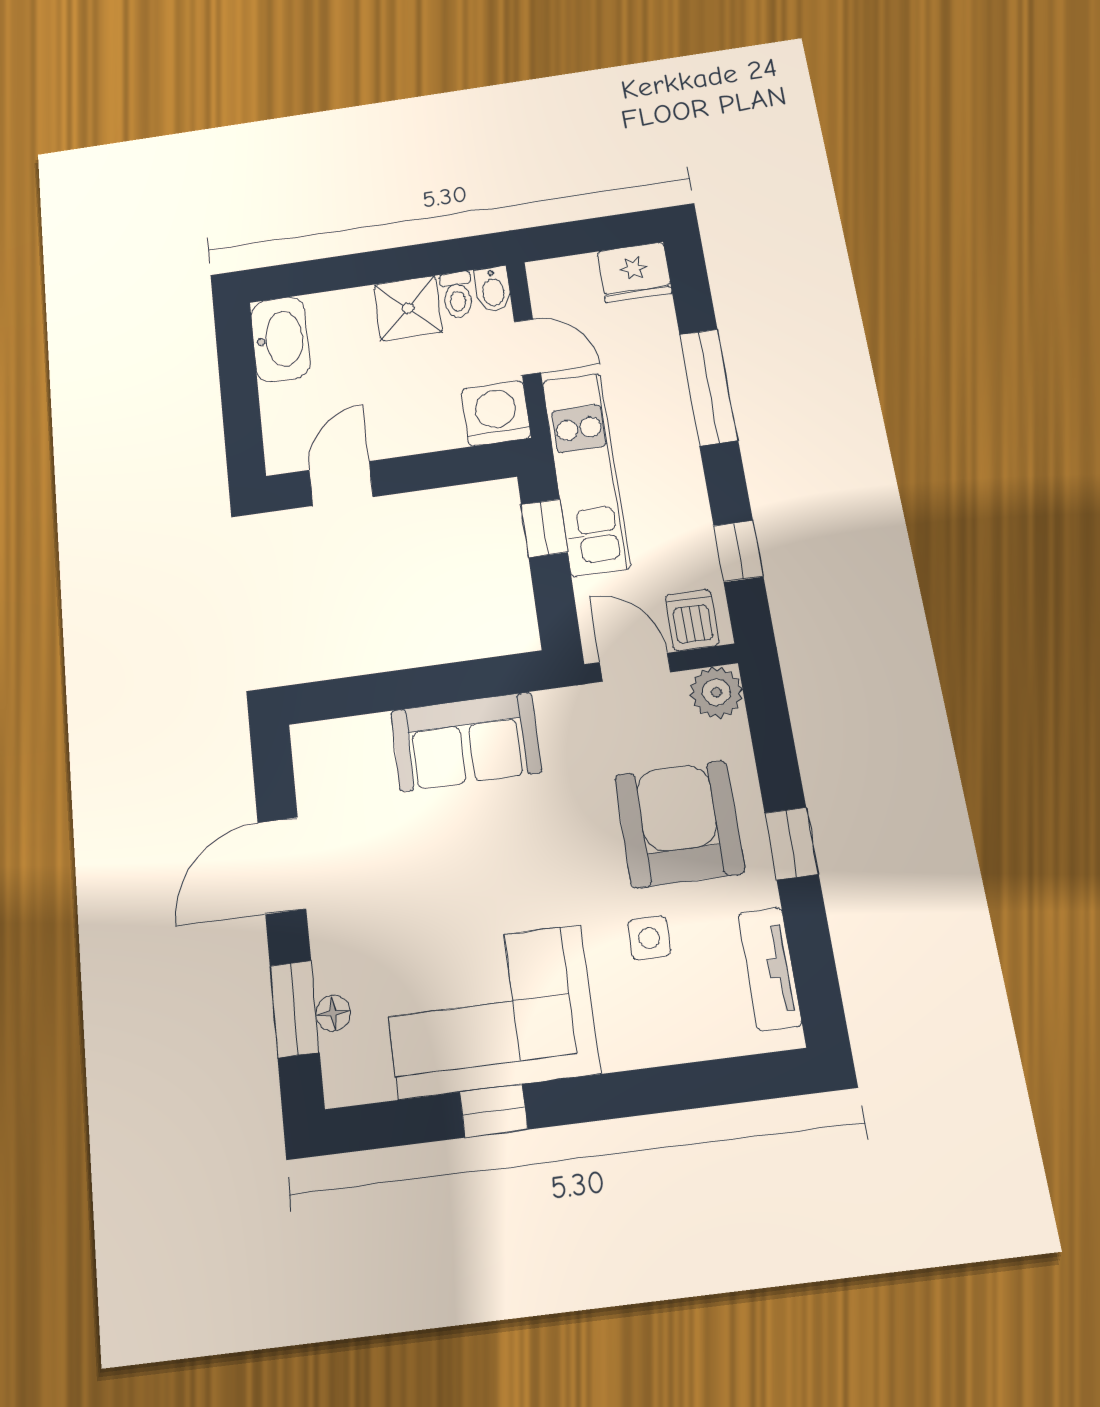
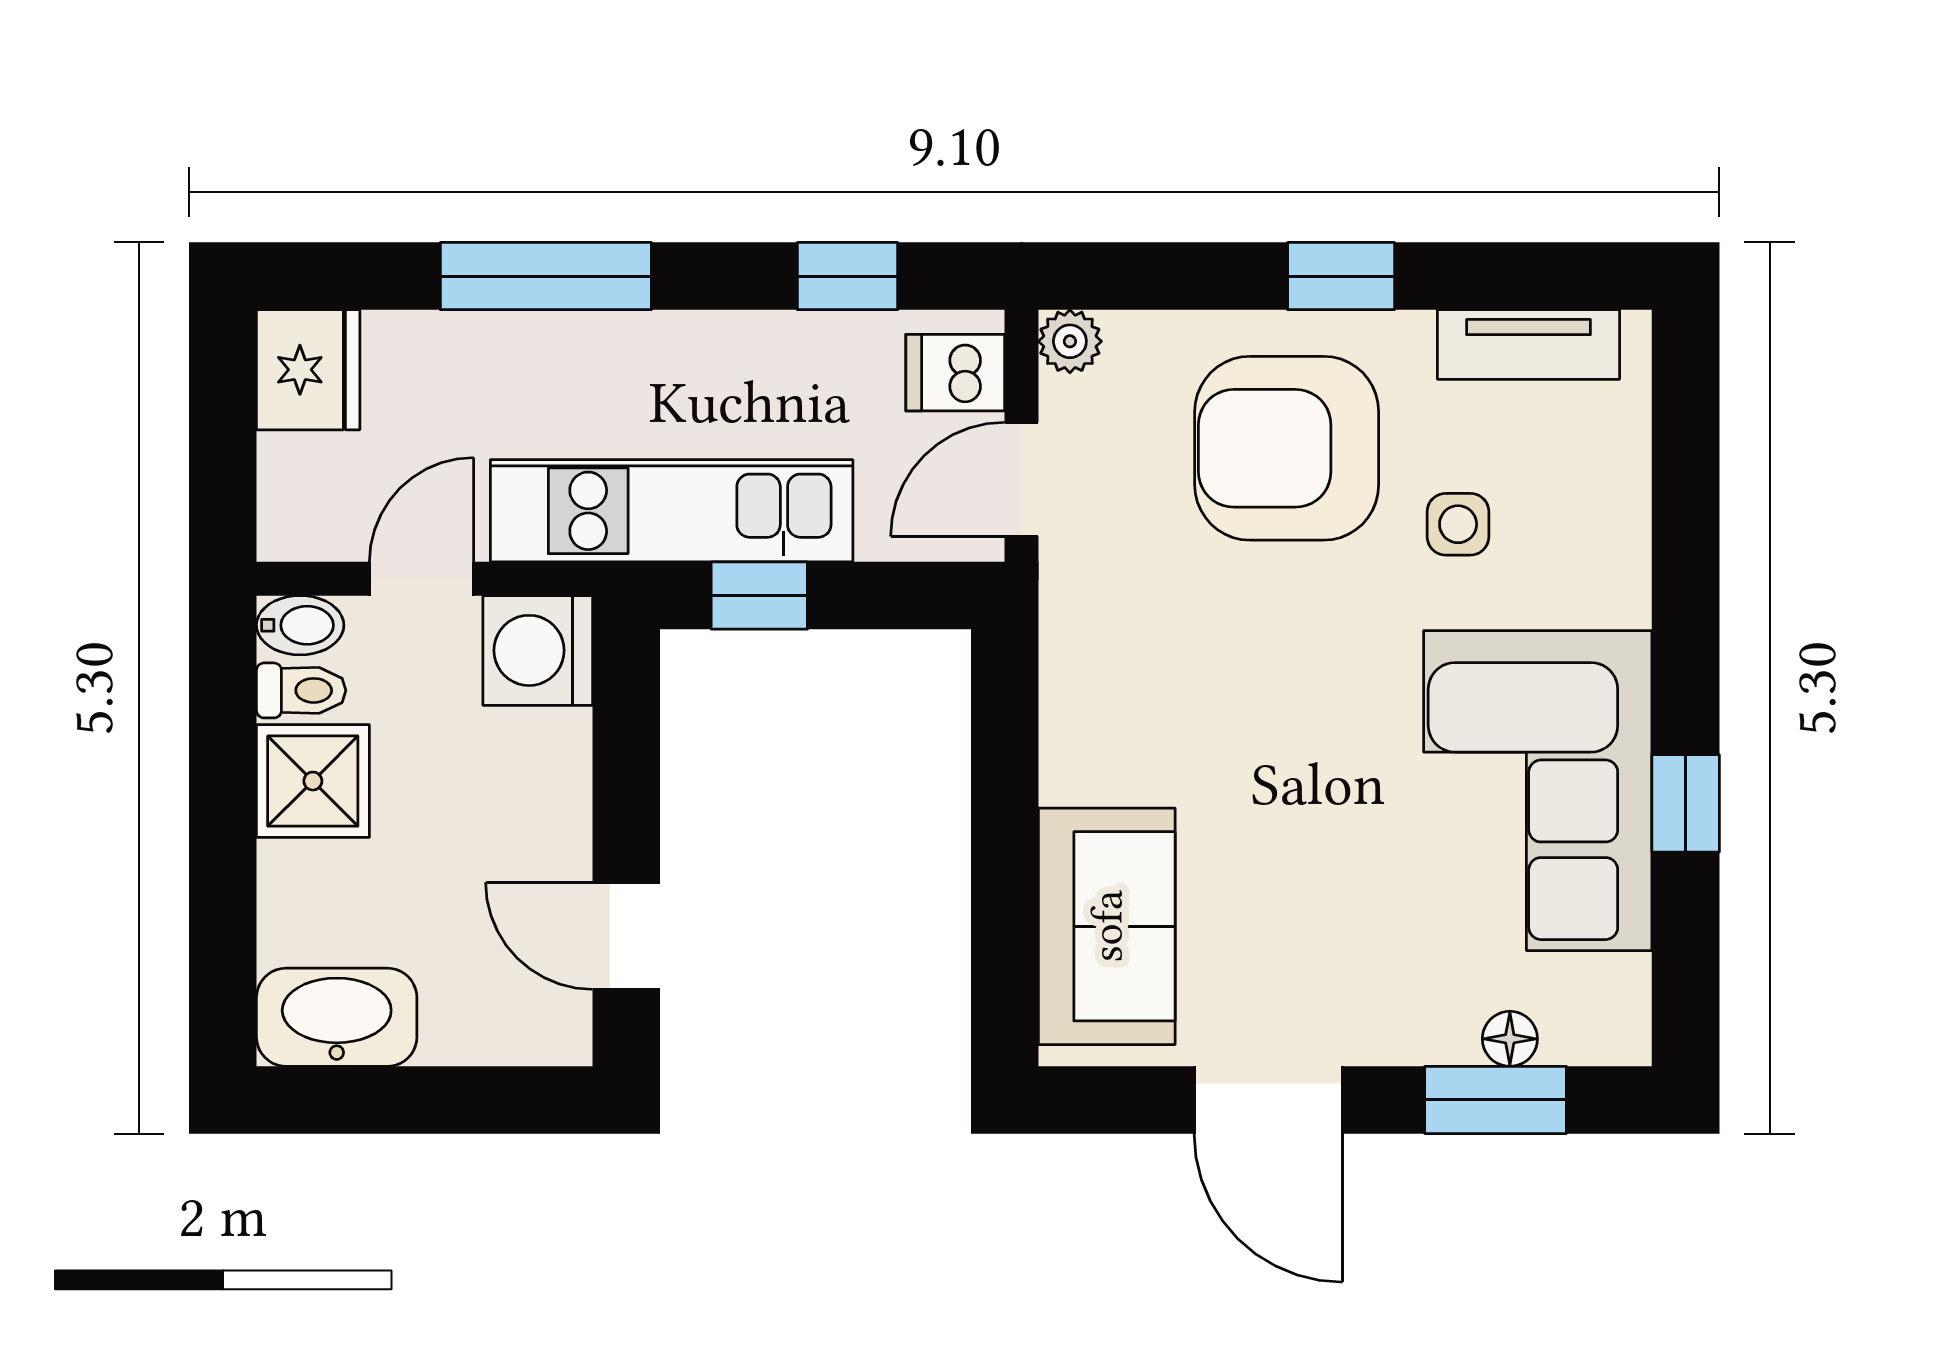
plant: (716, 692) -> (1070, 341), width x0.73, depth x0.73
sofa: (466, 741) -> (1107, 926), moved

